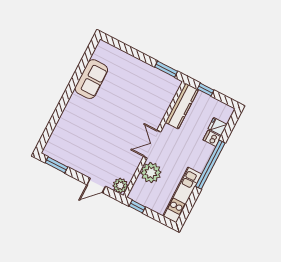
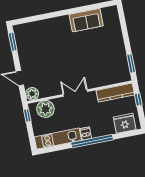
fridge: (218, 126) -> (125, 123), width x1.88, depth x1.34
dishwasher: (212, 138) -> (86, 133), moved
plant: (151, 173) -> (45, 109), moved

